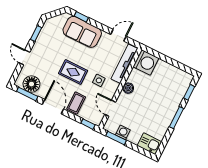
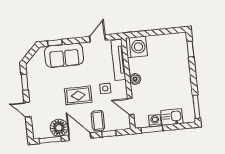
floor lamp: (31, 84) -> (59, 128), moved
window: (176, 118) -> (196, 107), moved
window: (88, 124) -> (109, 134), moved
kitchen sink: (149, 144) -> (172, 117), moved

